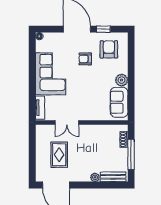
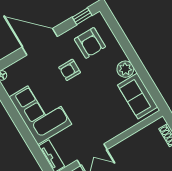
window: (103, 29) -> (82, 16), moved
armchair: (109, 49) -> (90, 43), turned 180

